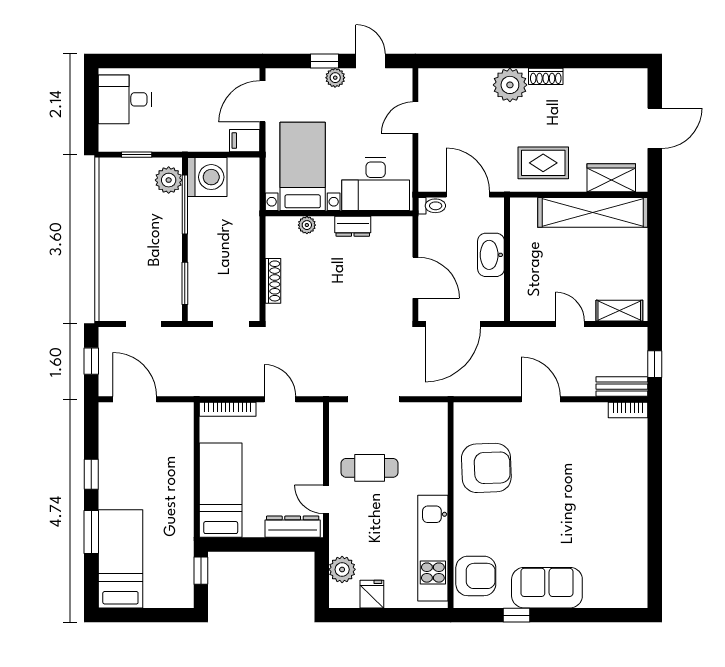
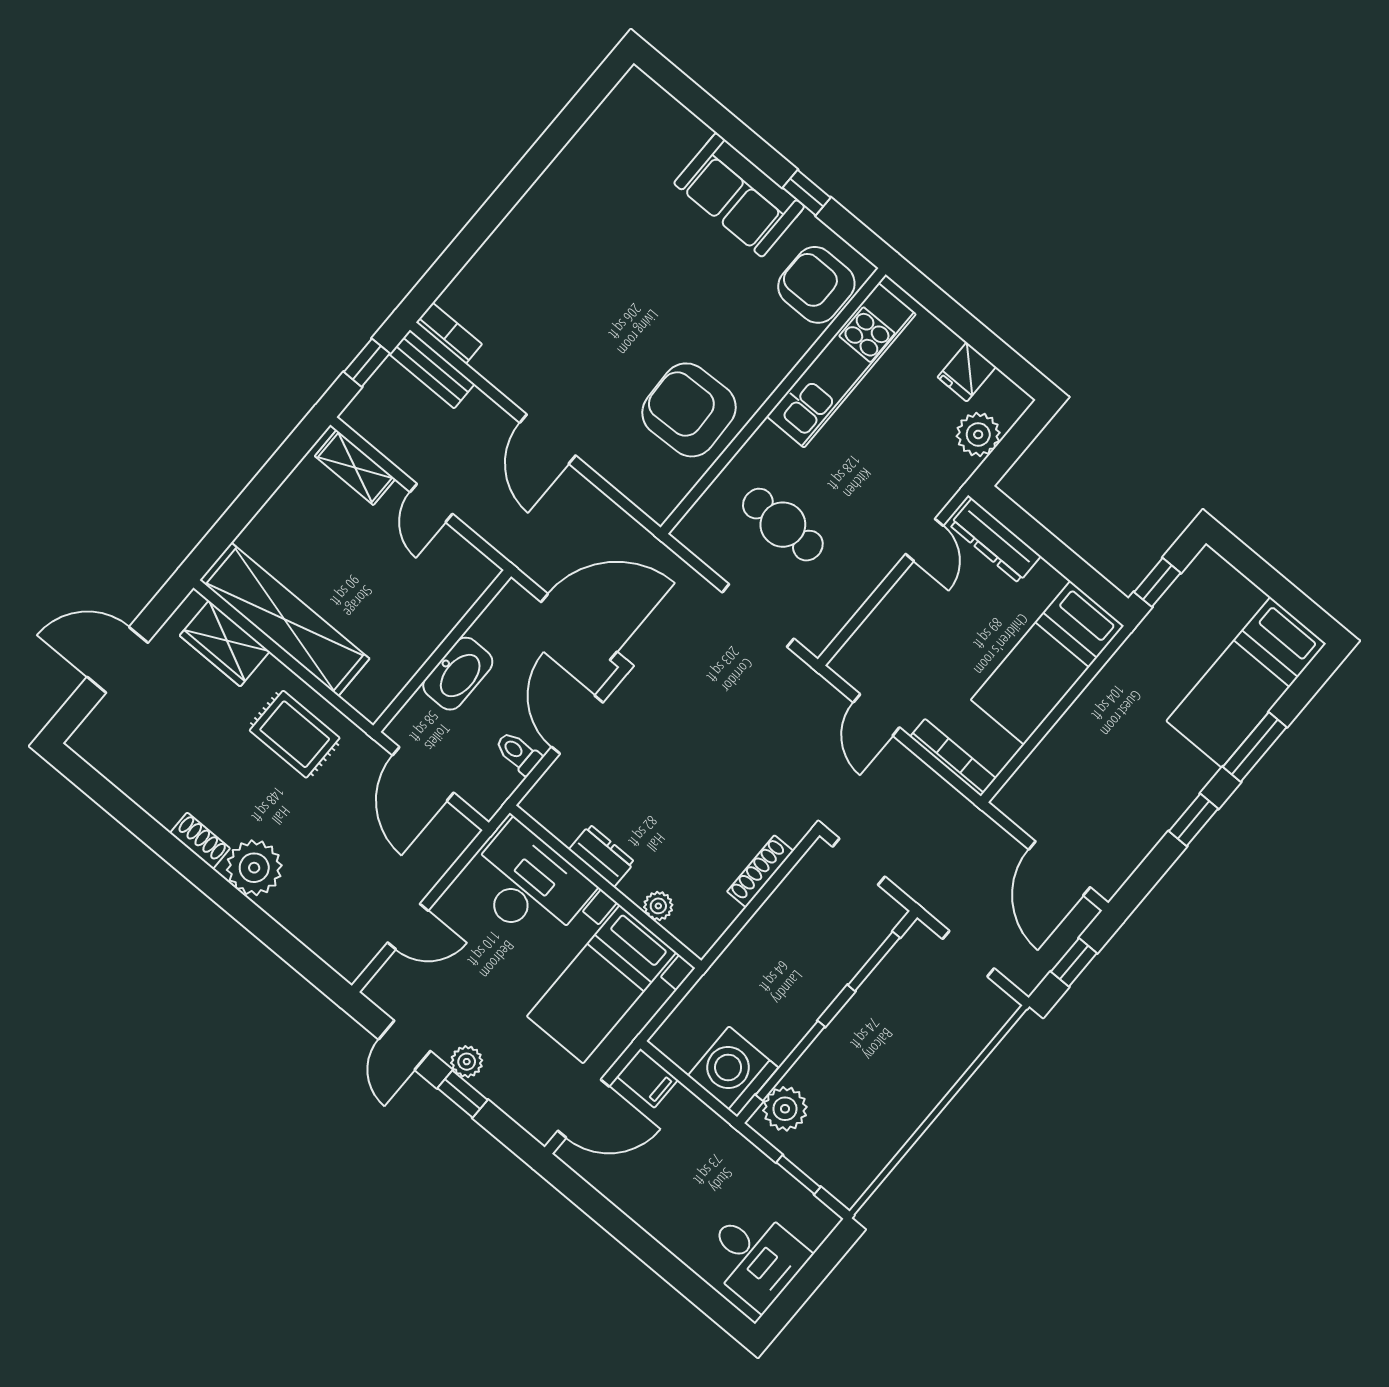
toilet: (432, 206) -> (518, 753), moved
cafe table: (370, 468) -> (783, 525), moved

